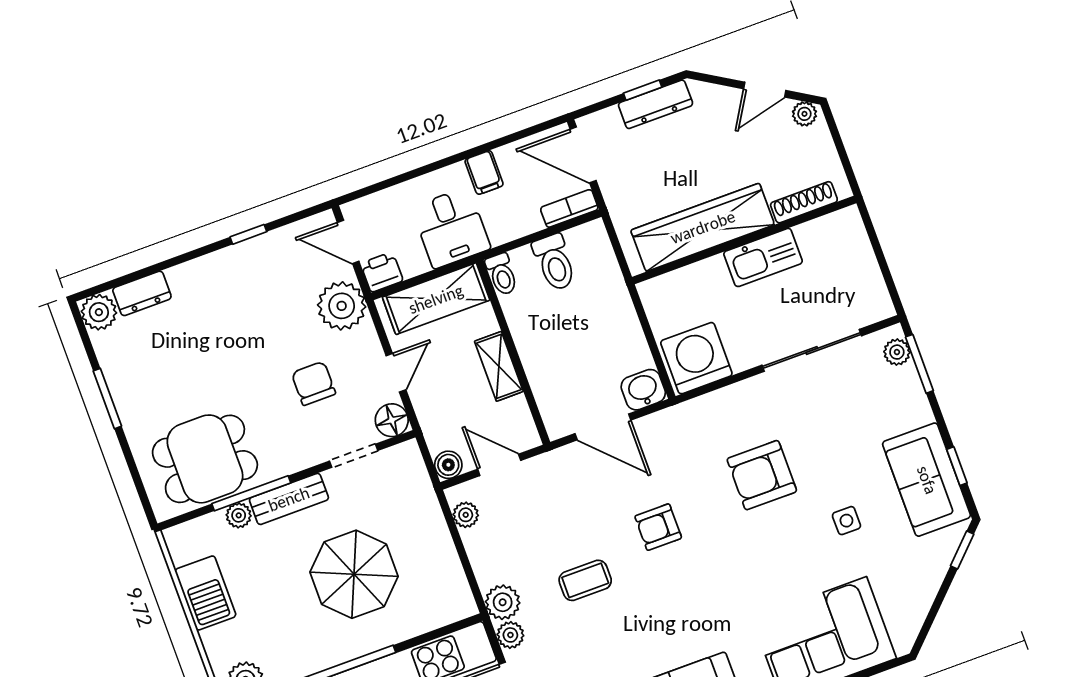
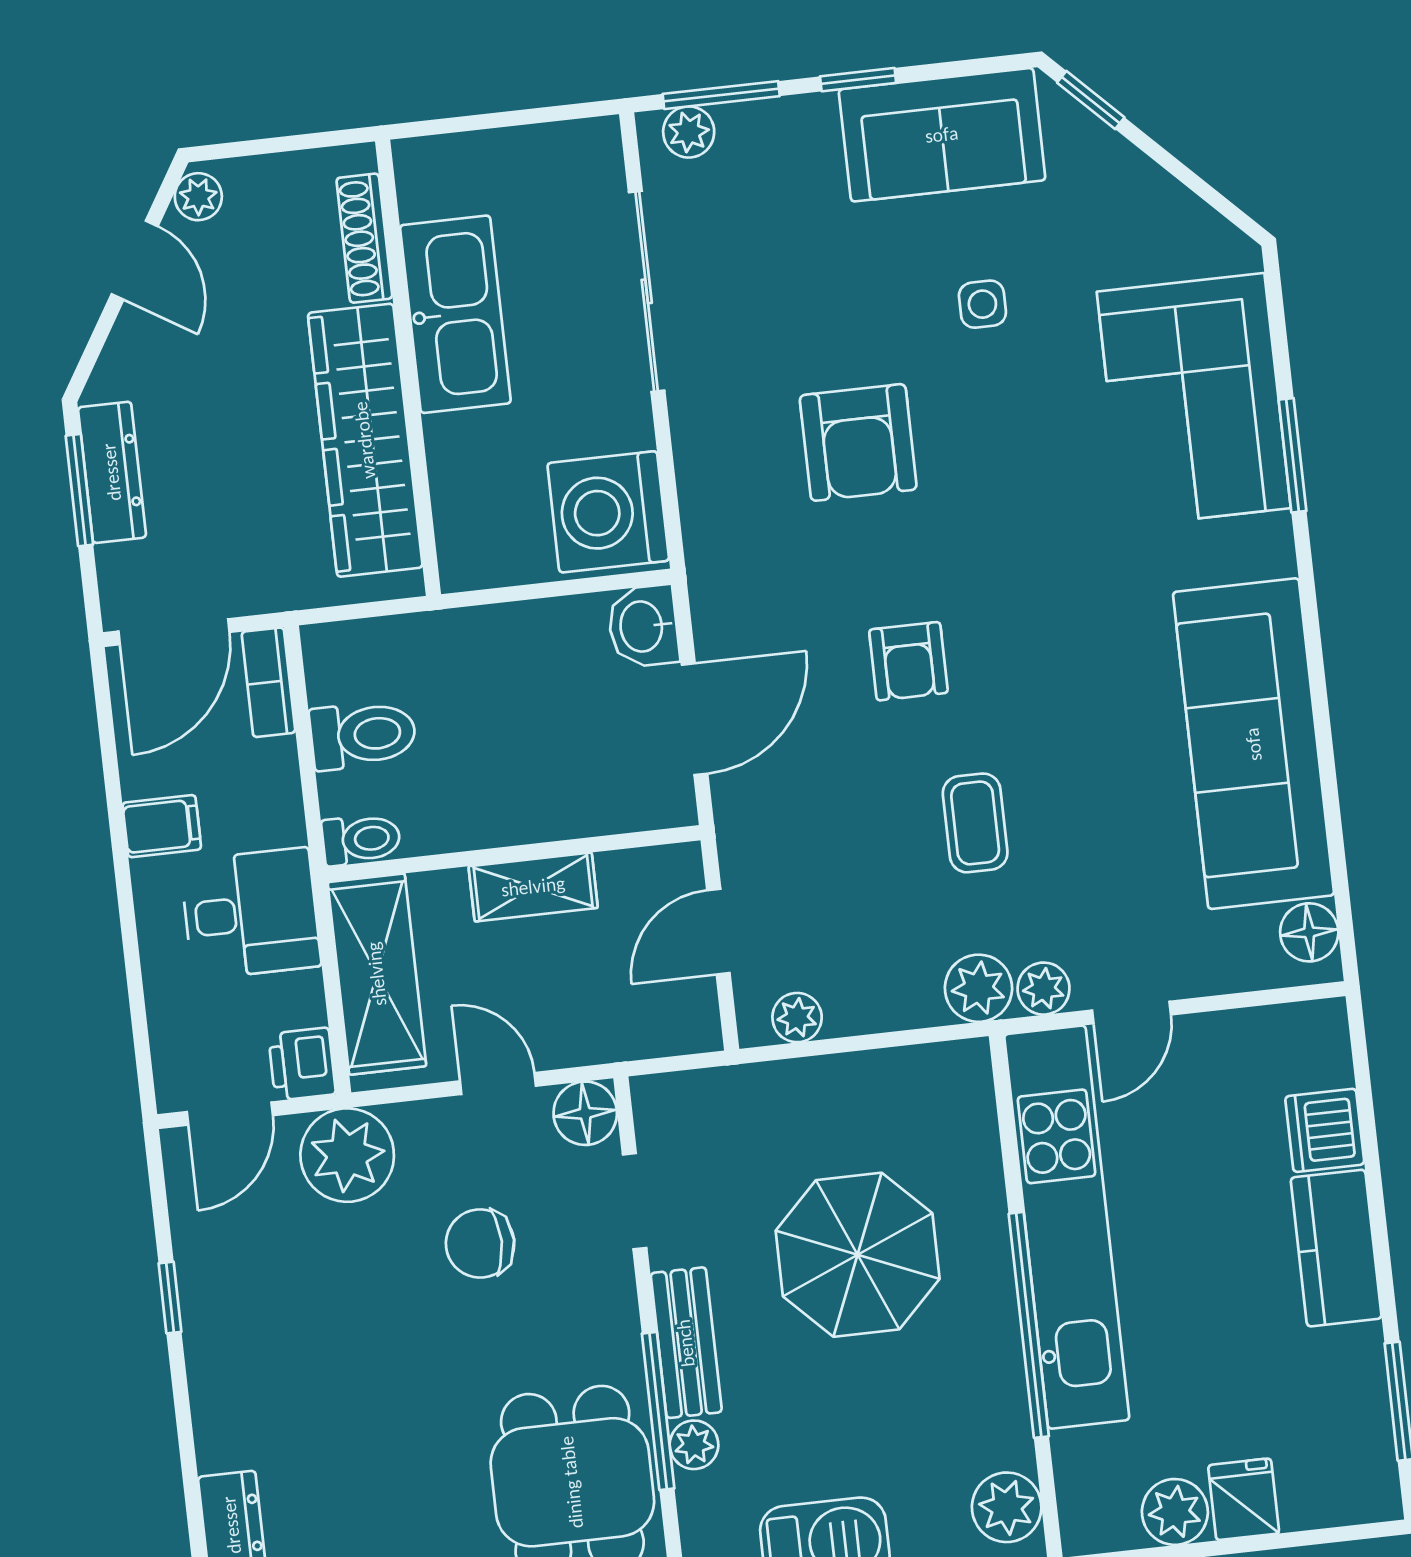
window: (643, 90) -> (79, 490), width x1.50
kitchen sink: (763, 257) -> (455, 314), width x1.36, depth x1.24
boiler: (448, 465) -> (695, 1027), removed
window: (957, 466) -> (858, 80), moved

